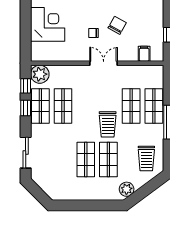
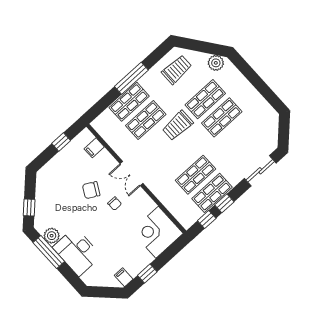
window: (26, 12) -> (147, 274), added
corner desk: (48, 24) -> (157, 232), moved
plant: (40, 74) -> (187, 217), removed
trolley: (108, 124) -> (178, 126), turned 180

